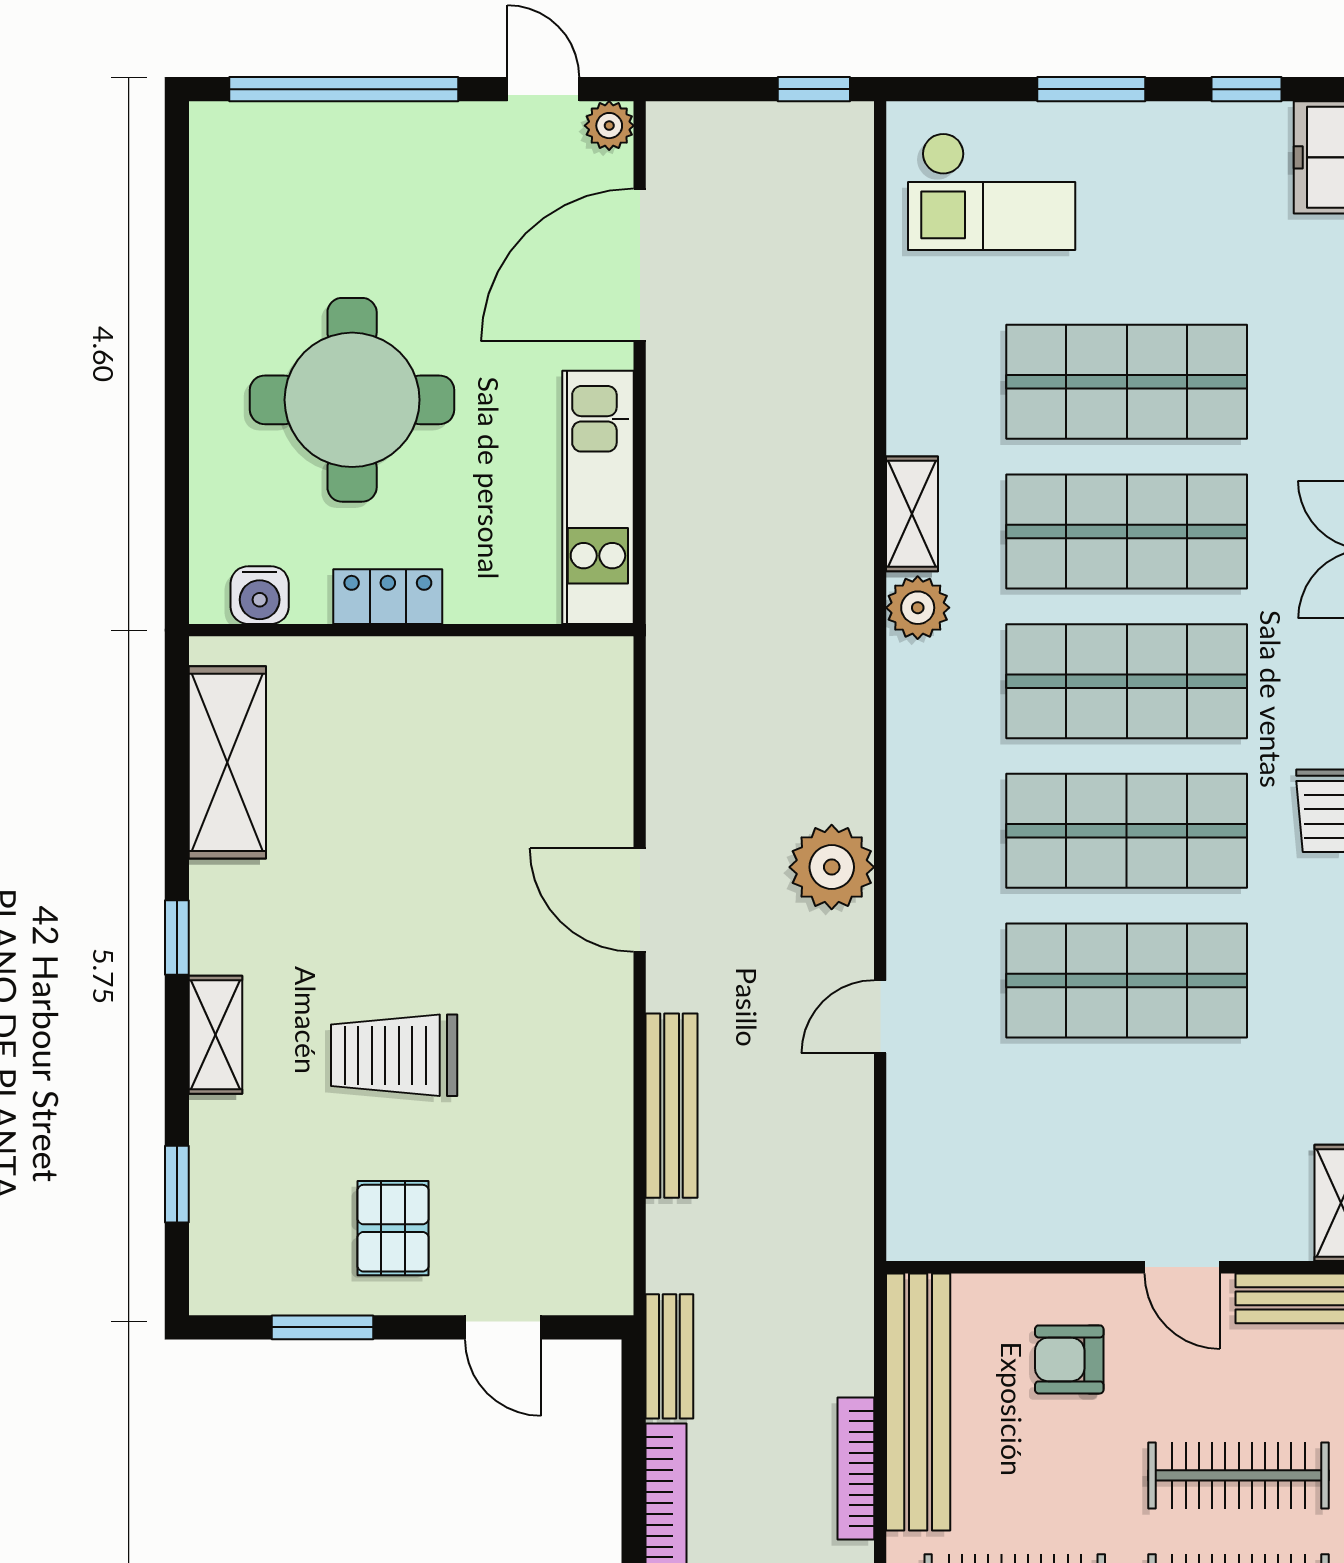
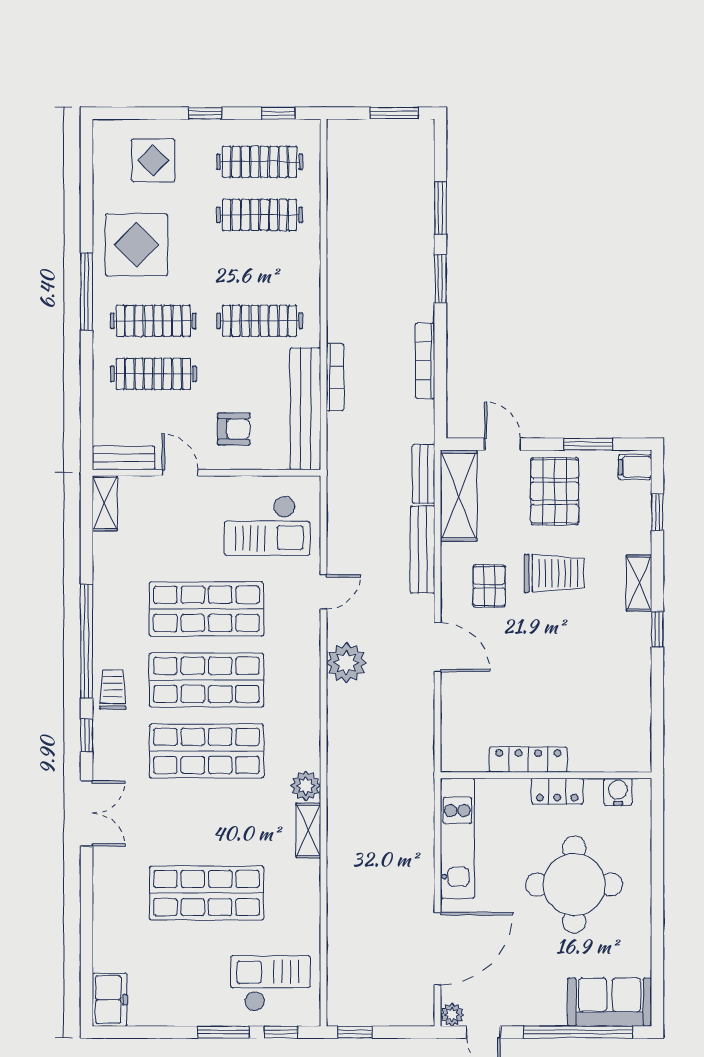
window: (1247, 89) -> (281, 1032), moved
sofa: (277, 152) -> (610, 1002), added
shop shelf: (1127, 532) -> (206, 822), removed
locker: (449, 663) -> (528, 760), added
shelving: (227, 762) -> (459, 496), moved
pallet: (531, 1029) -> (489, 586), added
checkout: (999, 1156) -> (267, 526), added
pallet: (393, 1228) -> (555, 491), width x1.50, depth x1.42
filing cabinet: (224, 1279) -> (635, 467), added
bench: (669, 1356) -> (423, 474), moved

